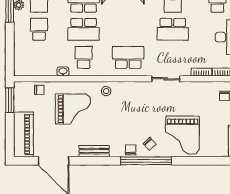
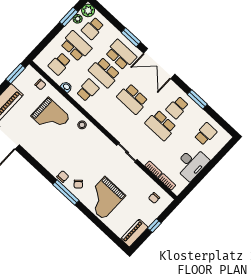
school desk: (39, 29) -> (76, 46), width x1.85
school desk: (39, 57) -> (59, 64), added
school desk: (128, 57) -> (132, 99), moved, turned 180
bench: (94, 151) -> (39, 156), removed
window: (146, 161) -> (66, 192), width x0.68

